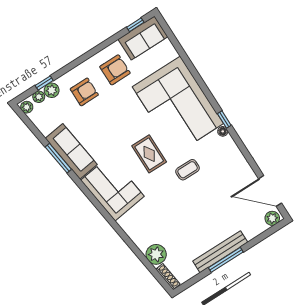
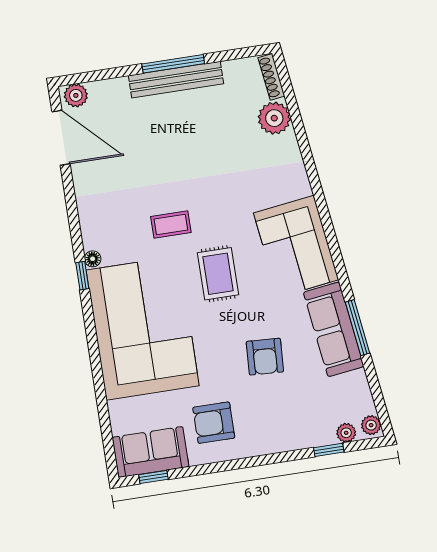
plant: (52, 90) -> (323, 434), removed
armchair: (84, 92) -> (265, 357), moved, turned -87

